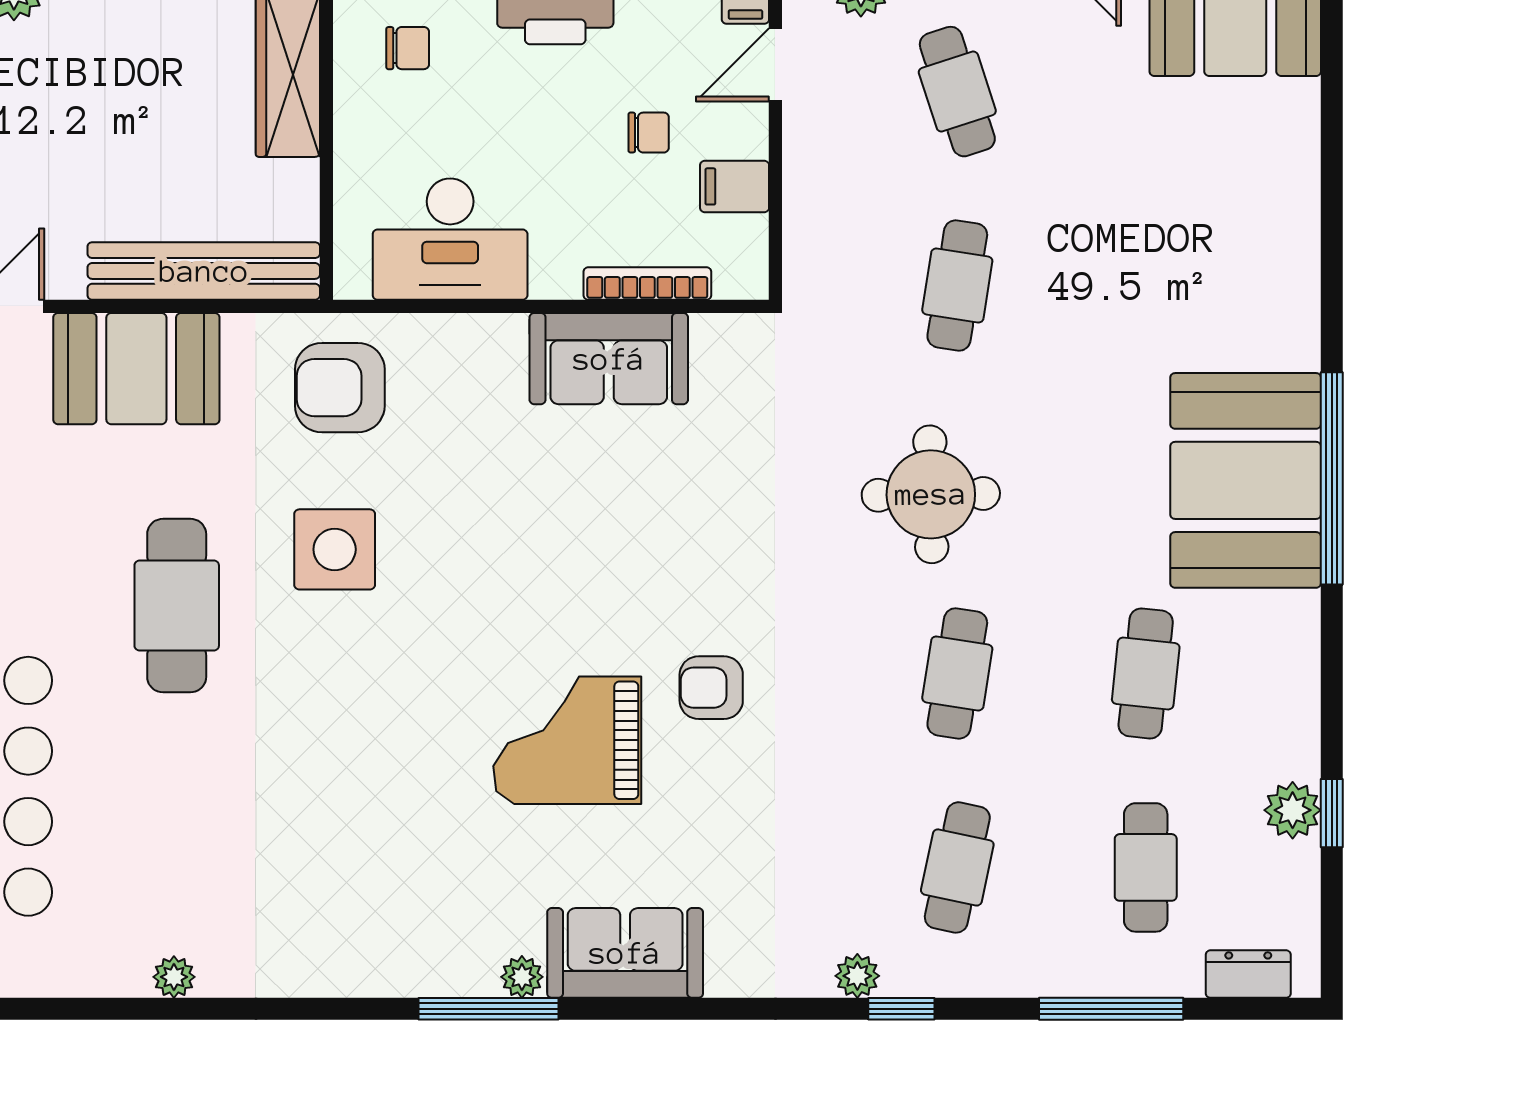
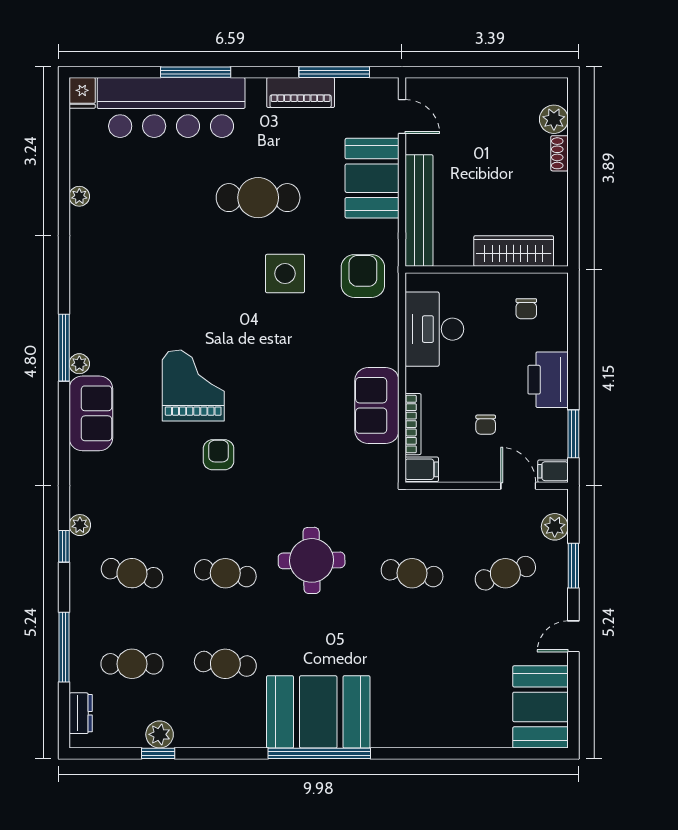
filing cabinet: (735, 186) -> (422, 469), moved, turned 90

